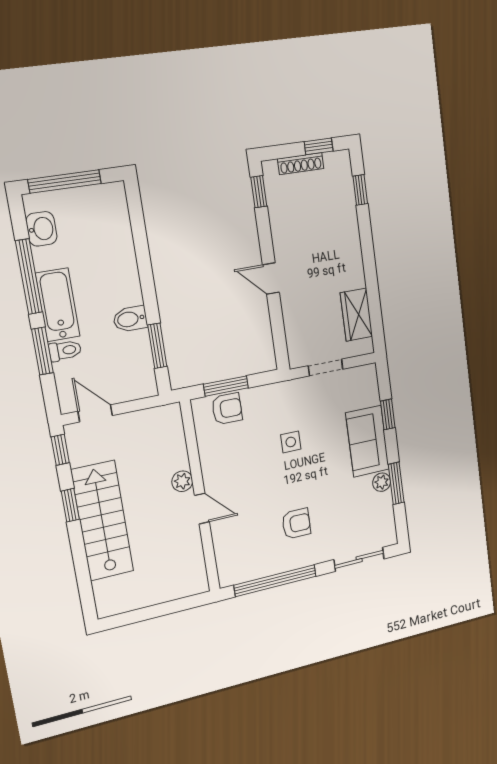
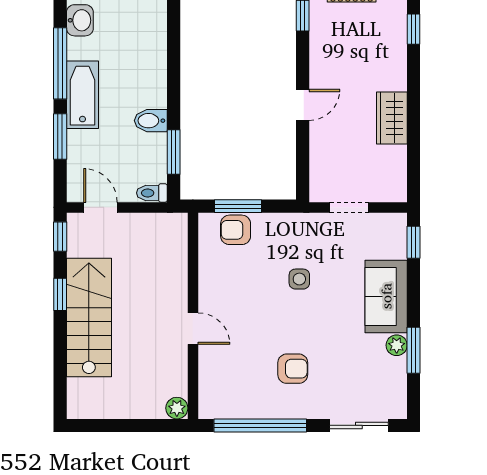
door: (271, 279) -> (303, 105), swing flipped
wardrobe: (356, 315) -> (392, 118), moved
toilet: (65, 350) -> (152, 193), moved, turned 180
armchair: (227, 409) -> (236, 230), turned 180
window: (388, 414) -> (414, 242), moved
plant: (182, 481) -> (177, 408), moved

